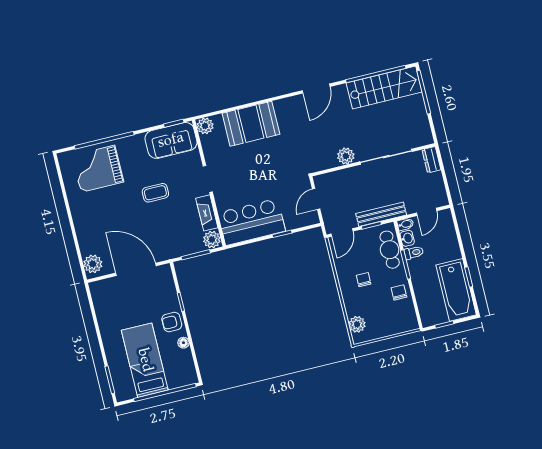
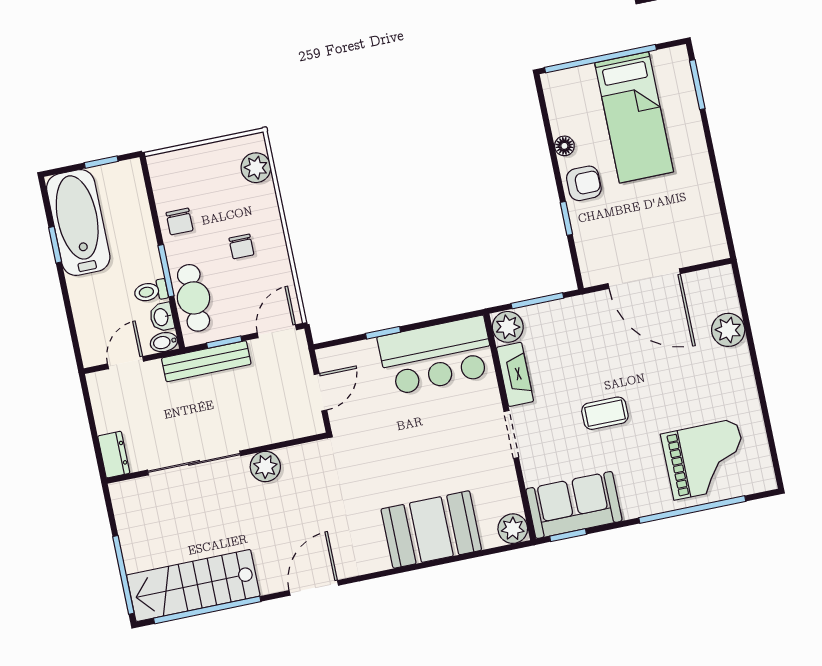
plant: (93, 264) -> (728, 330), moved

